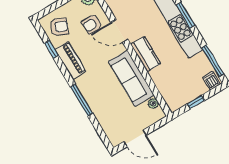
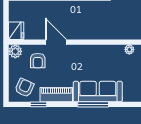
door: (119, 31) -> (56, 42), swing flipped
kitchen counter: (146, 54) -> (87, 32), removed
sofa: (131, 78) -> (98, 92), moved, turned 180

